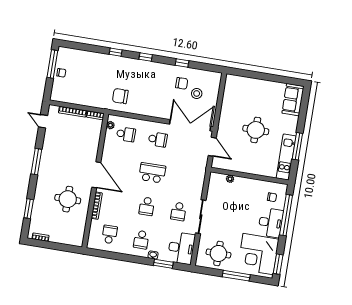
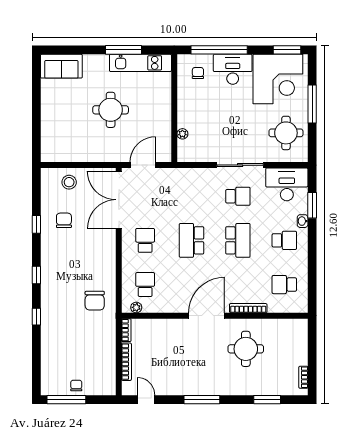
stool: (197, 93) -> (69, 182), moved
door: (43, 121) -> (146, 400), swing flipped
school desk: (147, 206) -> (238, 240), width x1.85

